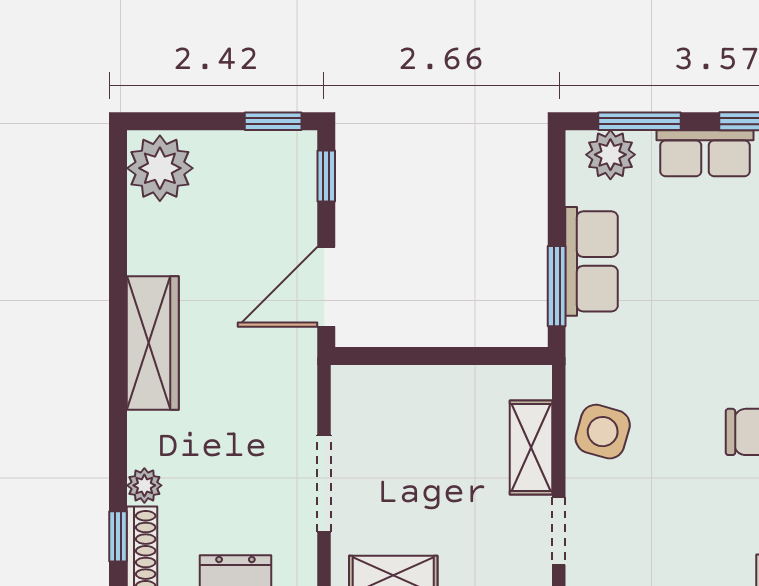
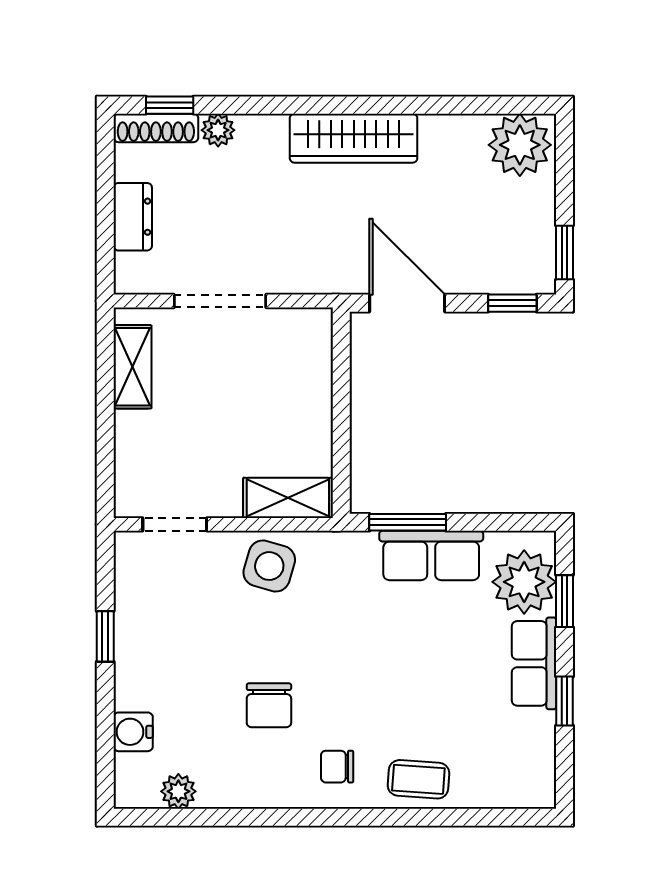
window: (640, 121) -> (565, 601), width x0.67
plant: (610, 155) -> (524, 582), width x1.36, depth x1.36
shelving: (531, 447) -> (288, 498), moved

